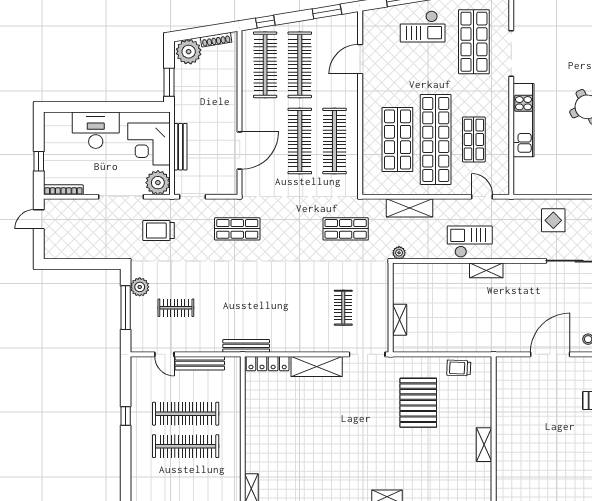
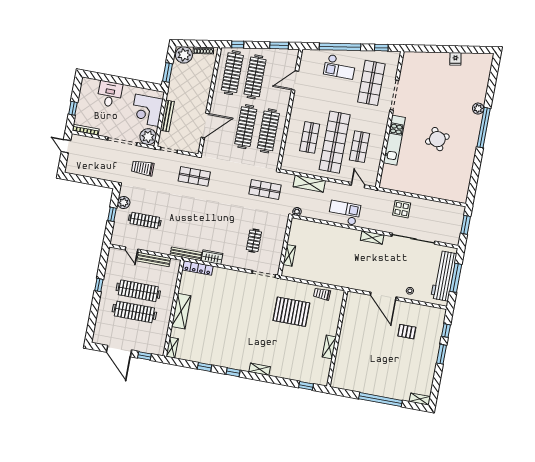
desk: (96, 130) -> (110, 94), width x0.73
shop shelf: (397, 139) -> (310, 137), width x0.70, depth x0.74
door: (39, 219) -> (66, 146), hinge flipped
shelving: (486, 270) -> (372, 237), moved
window: (126, 308) -> (112, 214), width x0.46
clothes rail: (176, 308) -> (145, 220), width x1.36
wardrobe: (286, 344) -> (212, 257), added
door: (550, 354) -> (383, 296), swing flipped
shelving: (317, 367) -> (181, 311), moved, turned 90
pallet: (418, 403) -> (291, 312), turned 90

